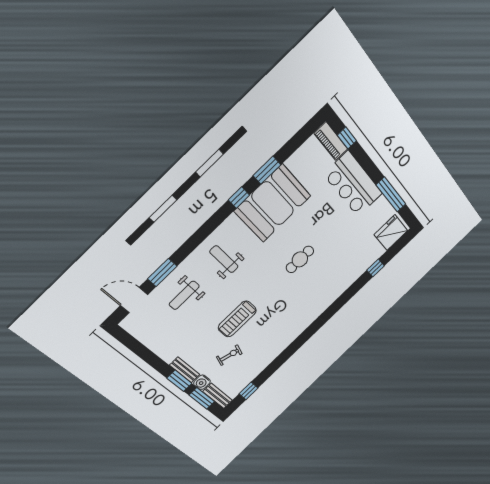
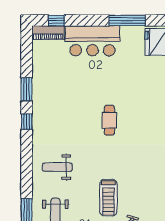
booth: (273, 203) -> (52, 104), removed

